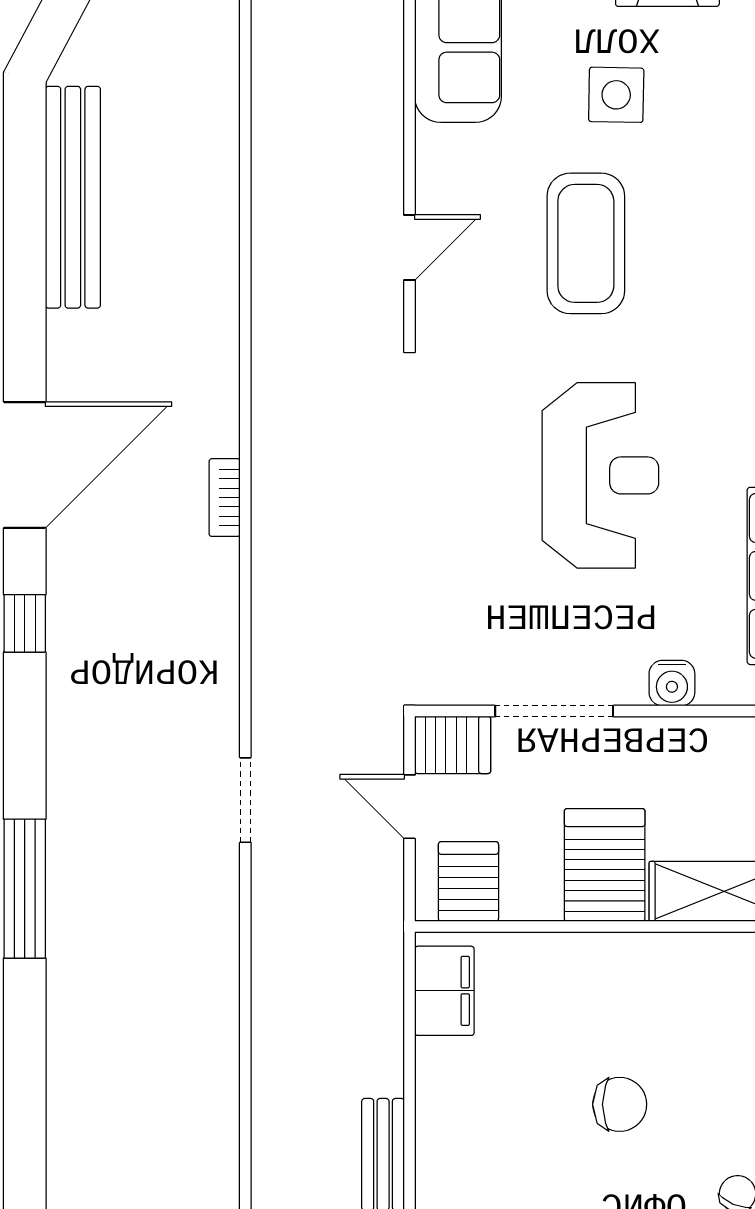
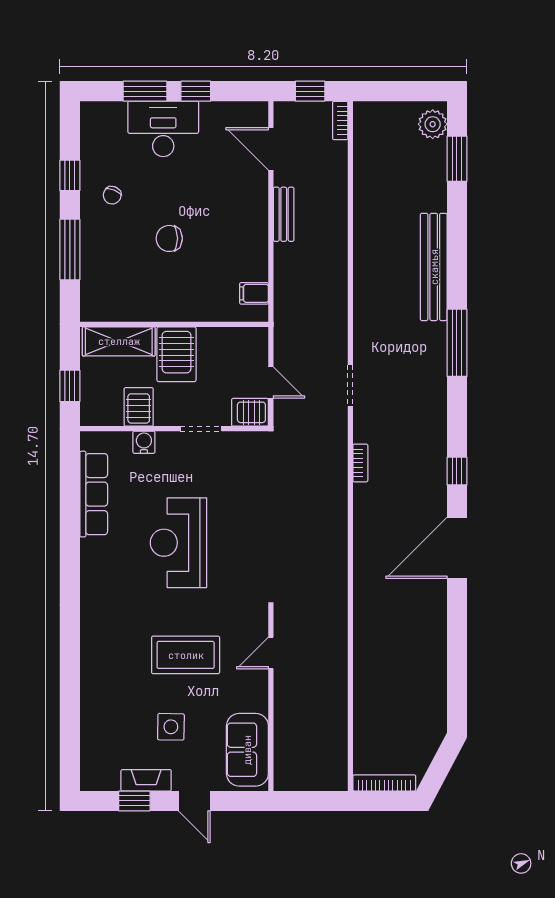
bench: (73, 197) -> (434, 267), moved
coffee table: (586, 243) -> (186, 655), turned 90
bookcase: (225, 498) -> (360, 463), moved
doorway: (554, 711) -> (201, 429), width x0.73
server rack: (468, 882) -> (139, 407), moved, turned 180
filing cabinet: (444, 991) -> (254, 293), width x0.50

